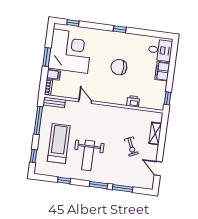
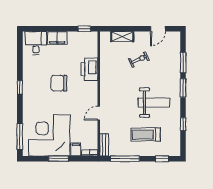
window: (73, 23) -> (20, 137), width x2.17
chair: (119, 67) -> (59, 83), turned 90
printer: (133, 101) -> (90, 69), width x1.87, depth x1.48
treadmill: (59, 143) -> (146, 135), width x0.73, depth x0.73

